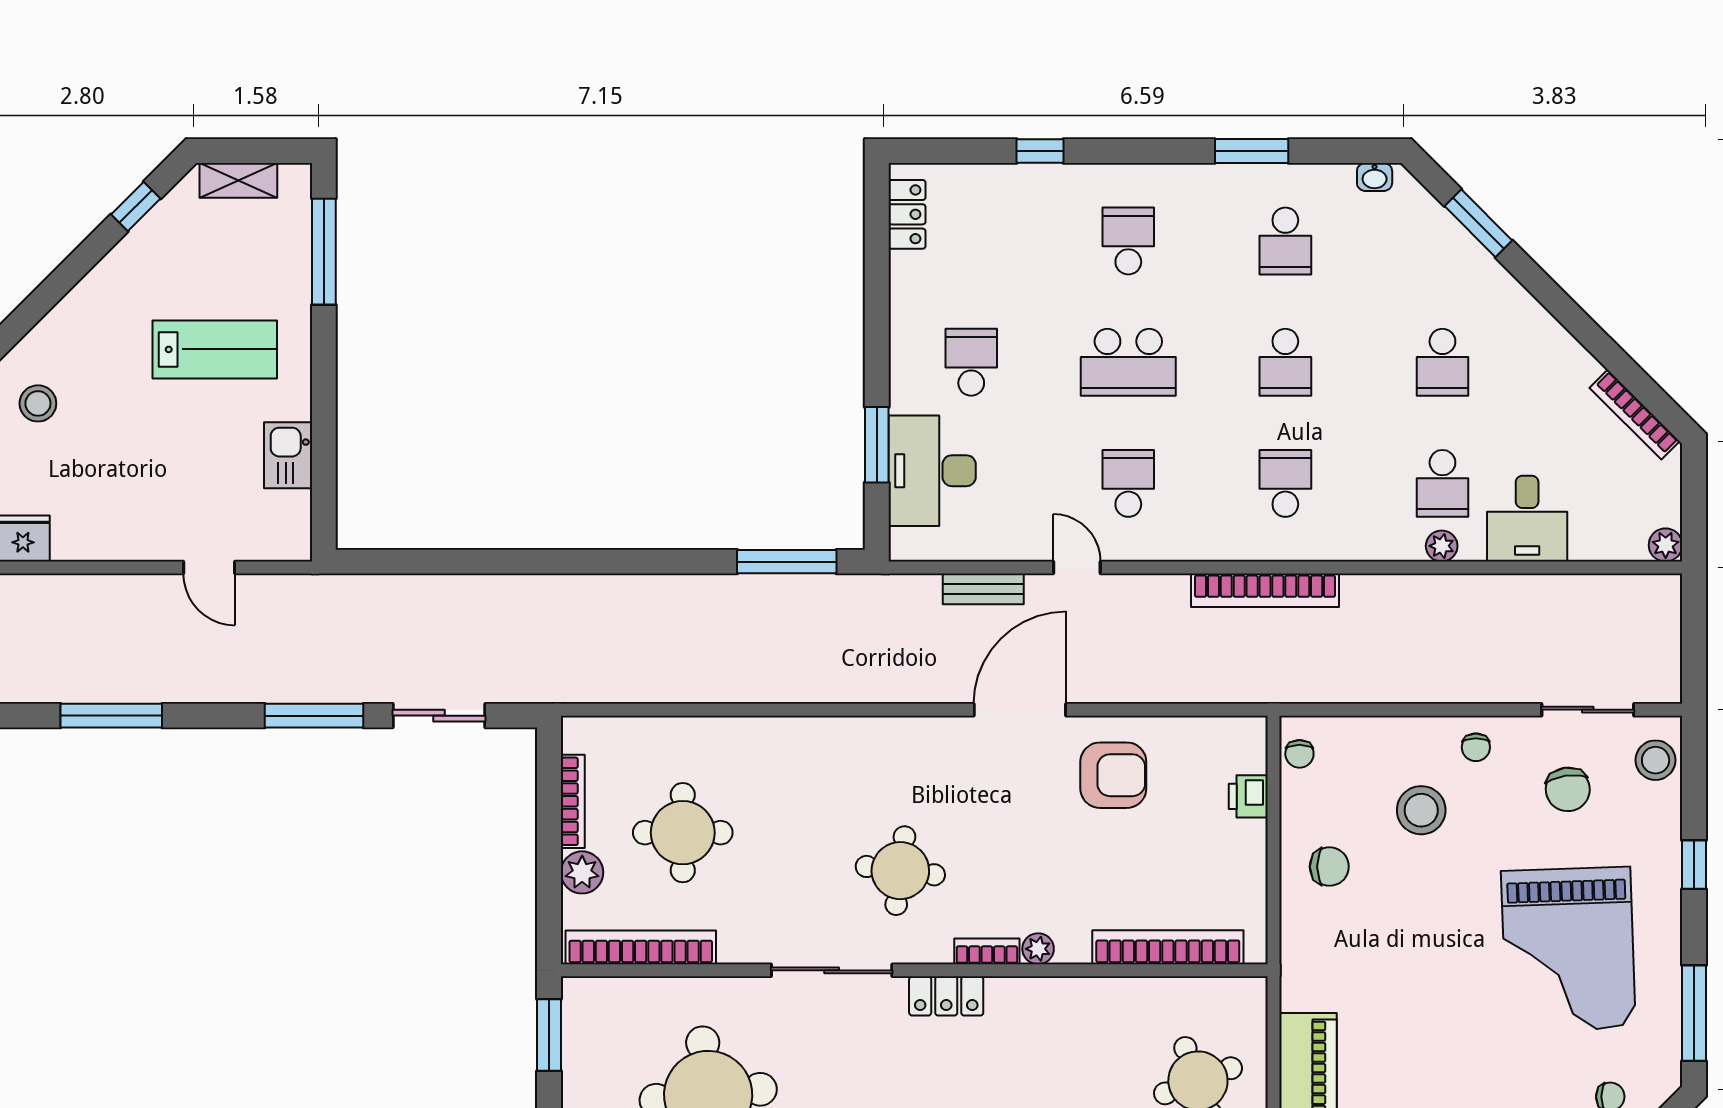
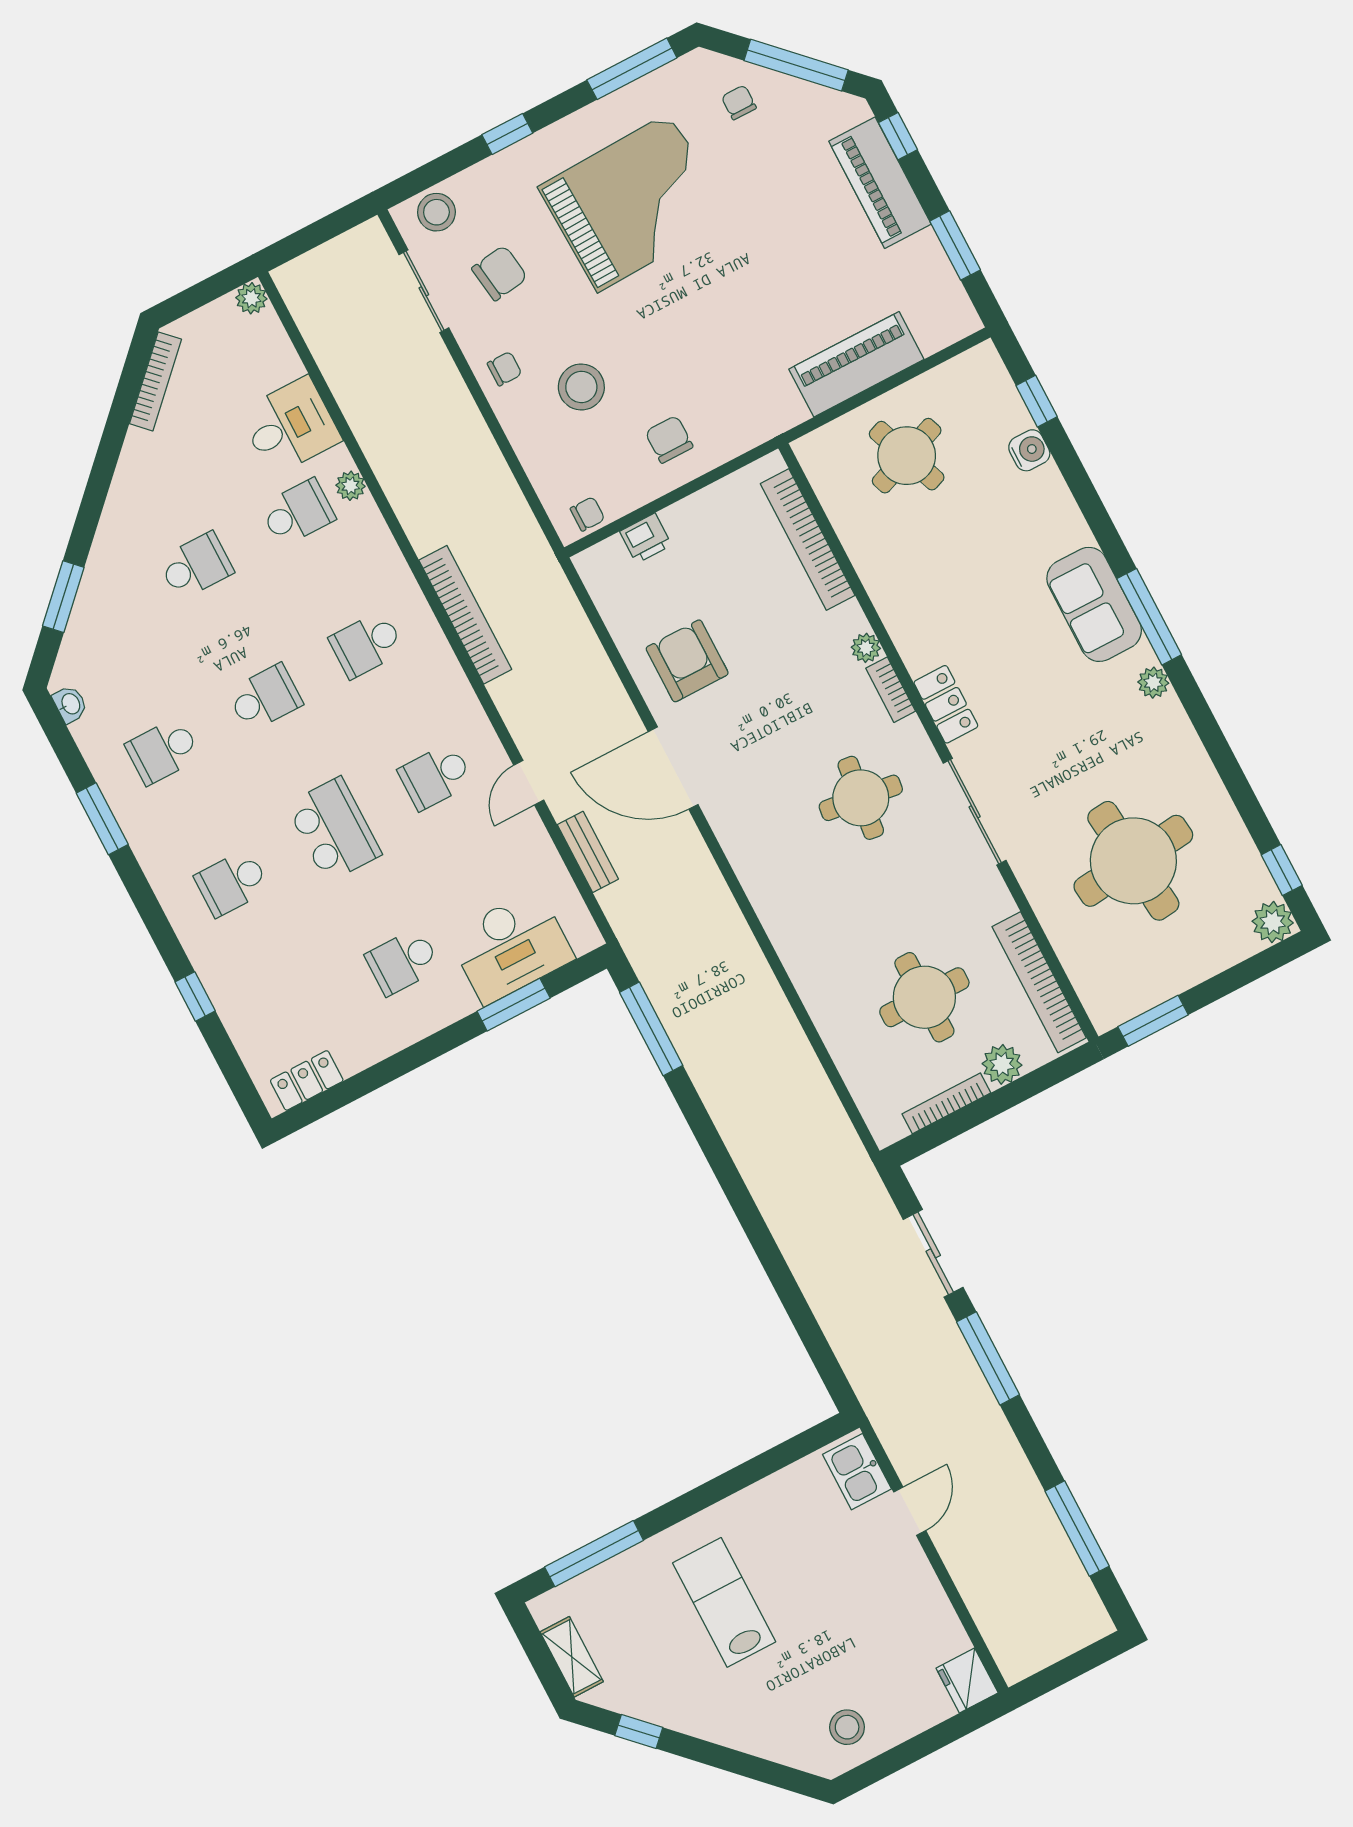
school desk: (1285, 241) -> (163, 751), turned 180
kitchen sink: (288, 455) -> (857, 1472), moved, turned 90

